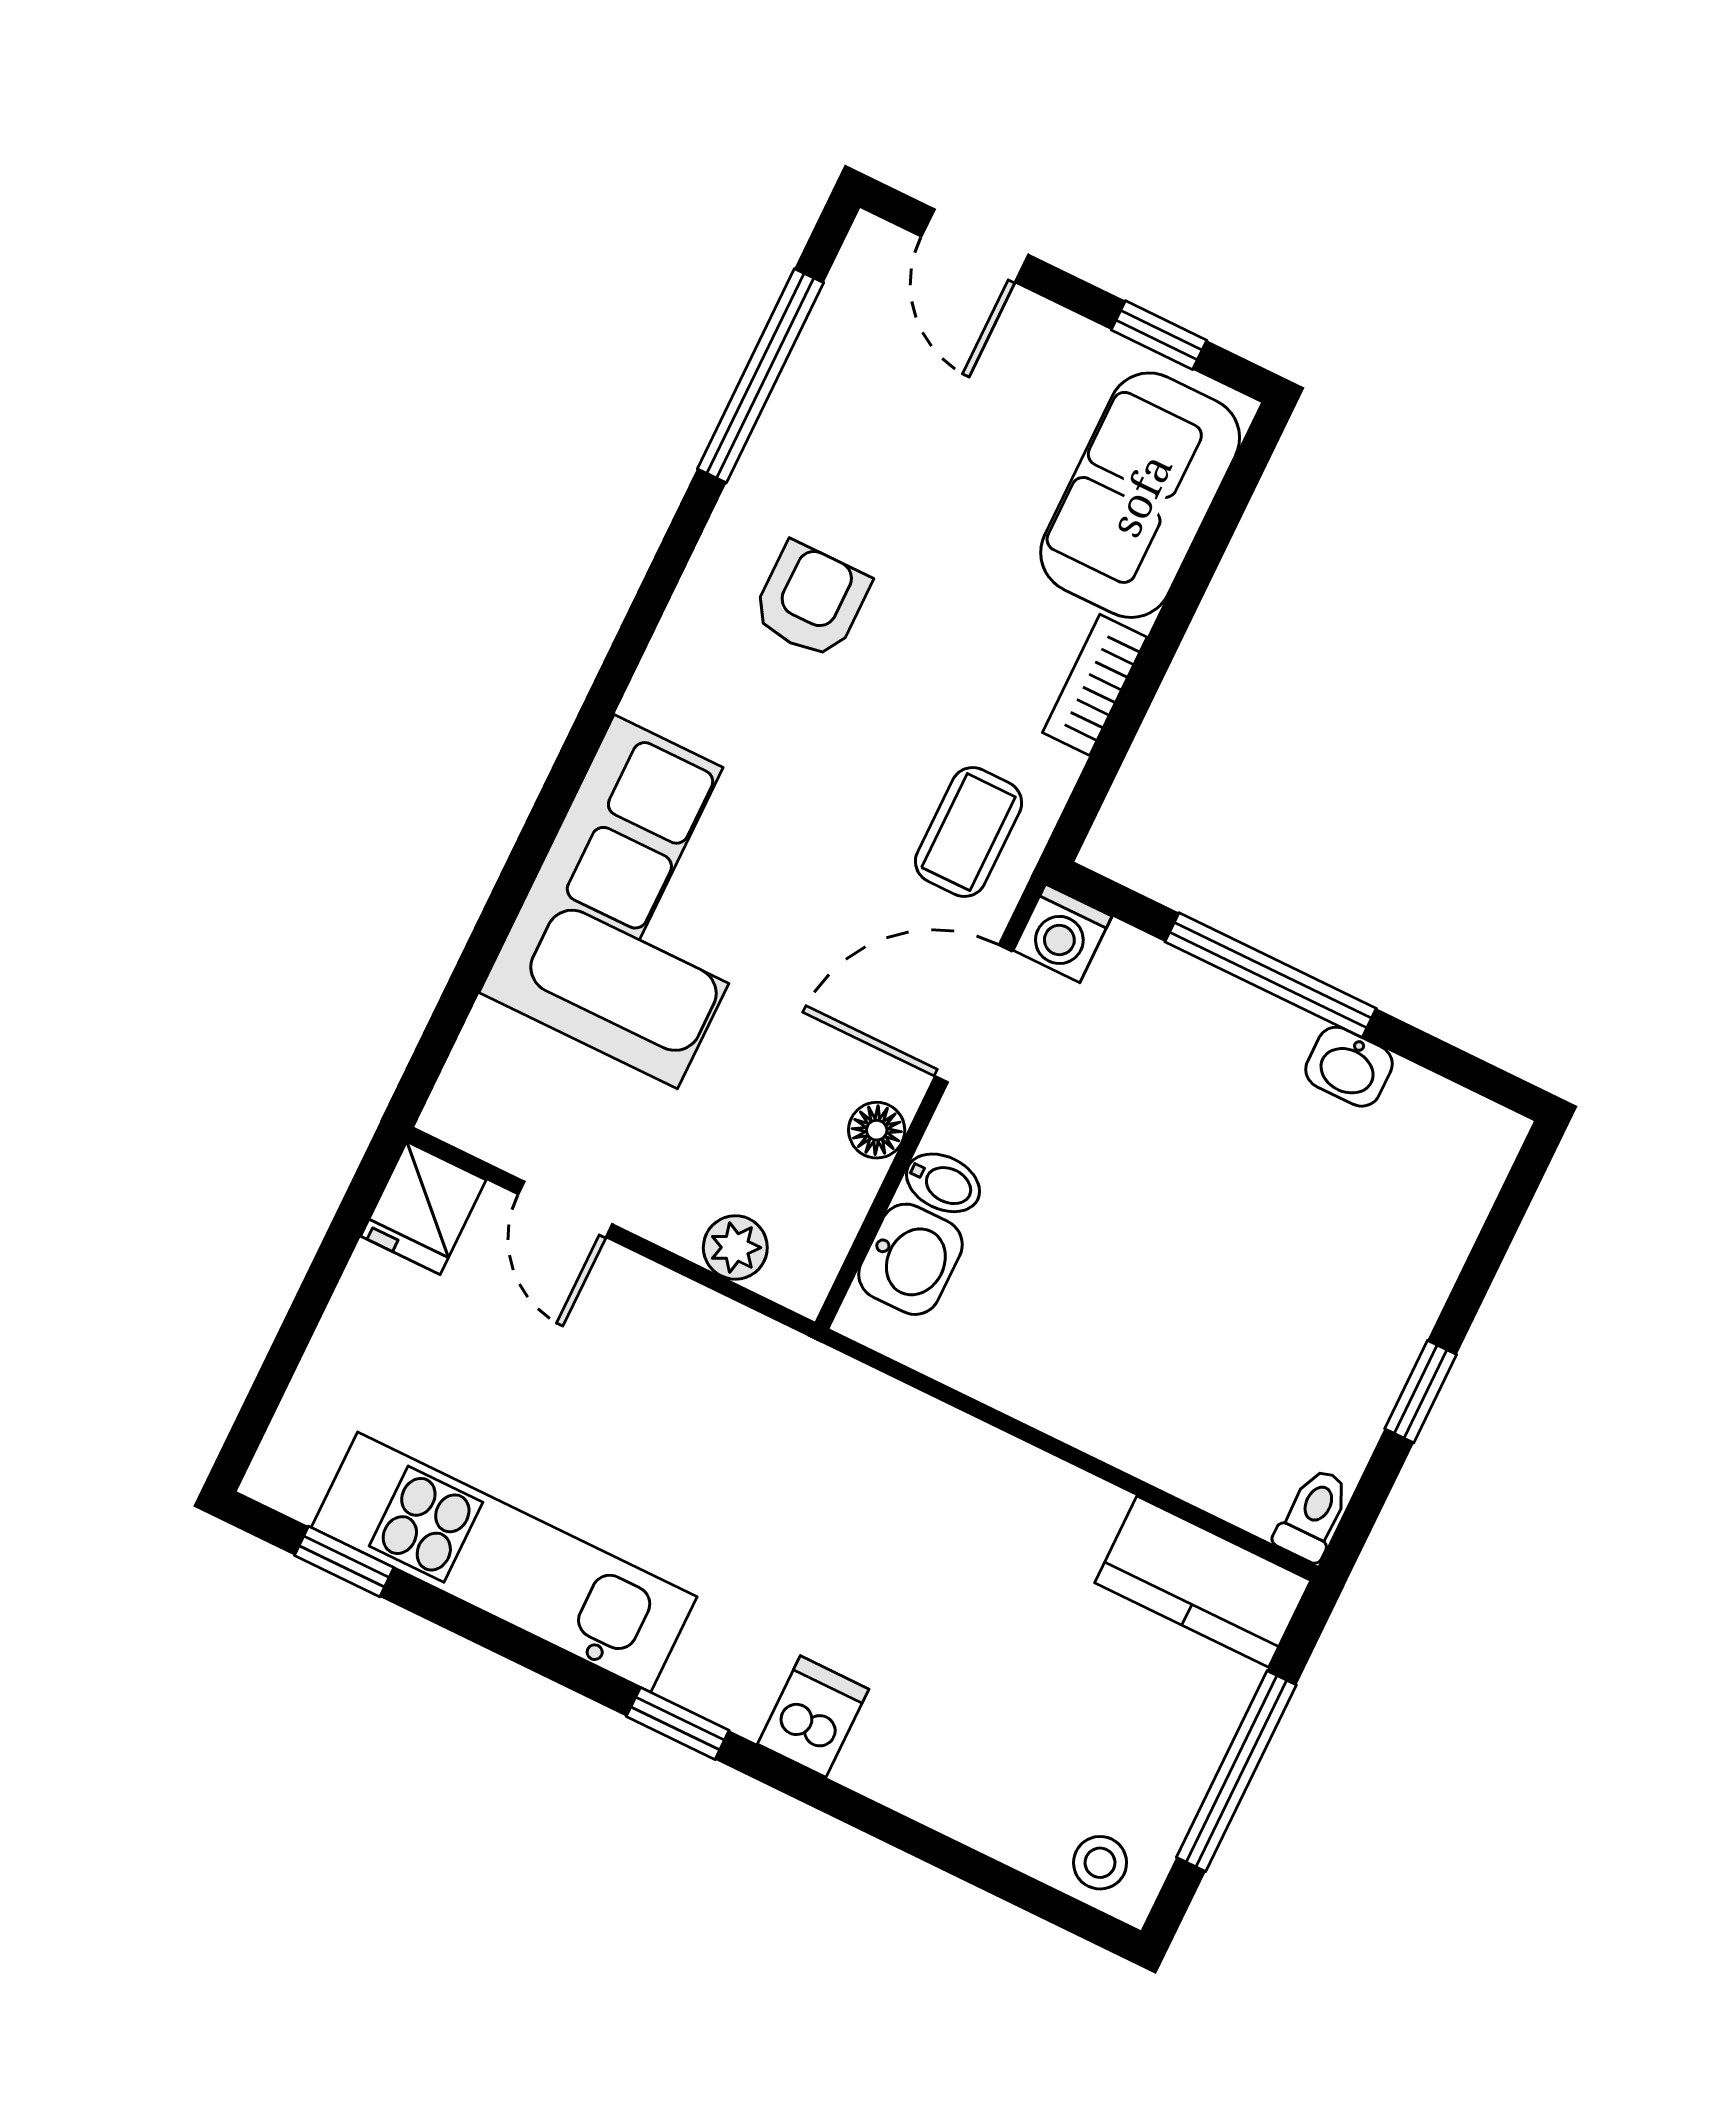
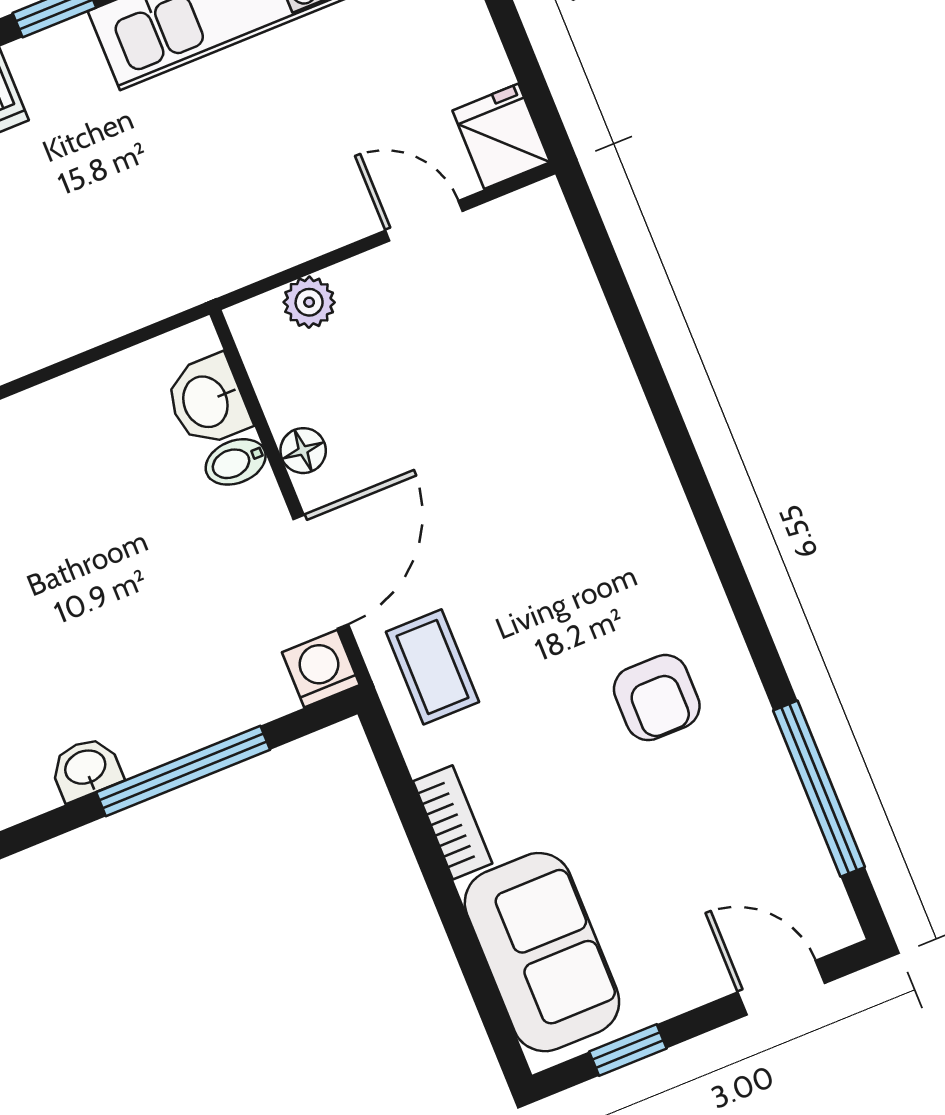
corner sofa: (646, 902) -> (565, 435), removed

